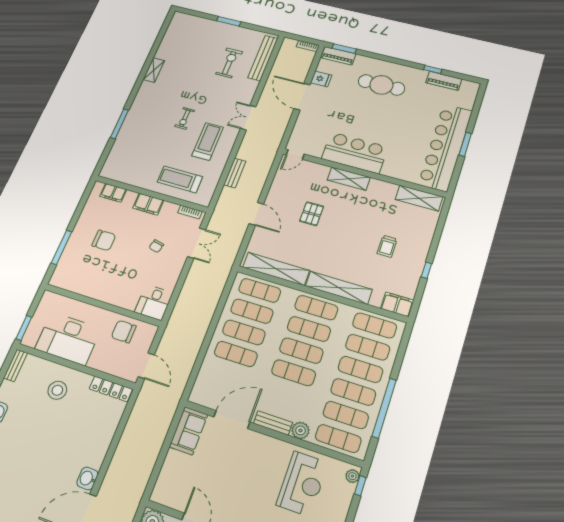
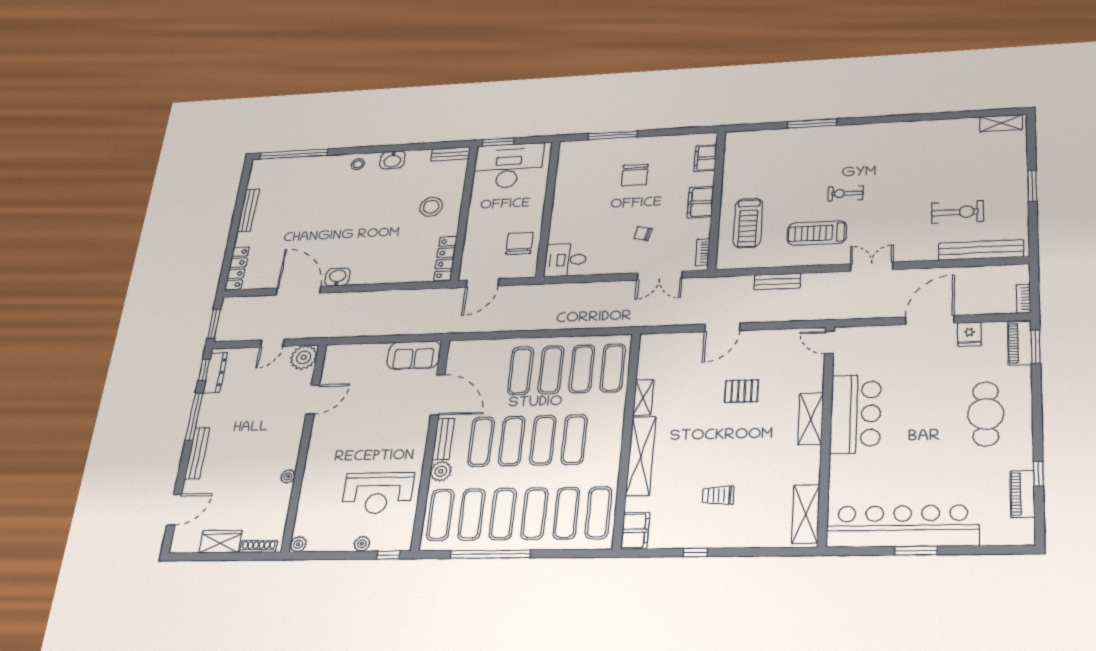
shelving: (154, 70) -> (1001, 123), moved
treadmill: (208, 141) -> (817, 233), turned 180
treadmill: (180, 179) -> (748, 223), turned 180
shelving: (276, 269) -> (643, 397), width x0.45, depth x0.75
exercise mat: (316, 308) -> (481, 442), moved
desk: (68, 339) -> (508, 166), moved, turned 90
plant: (352, 476) -> (362, 544), moved

